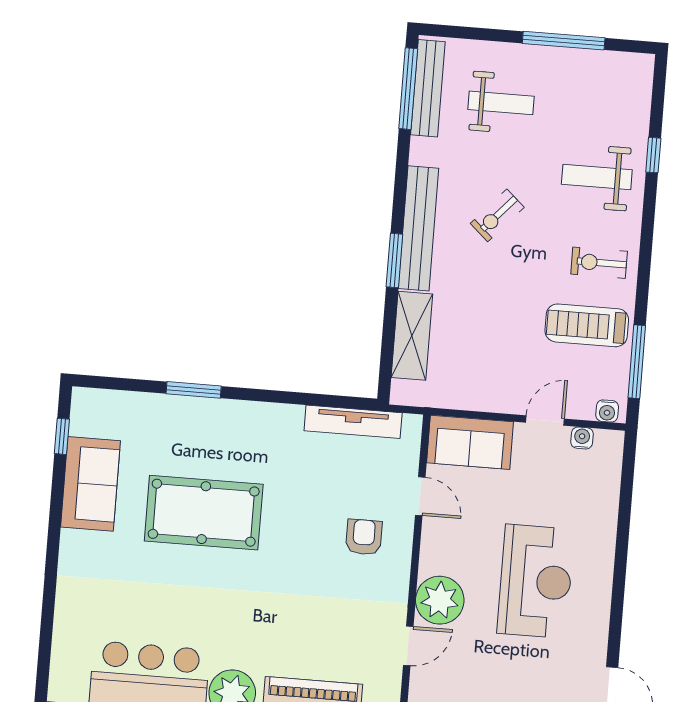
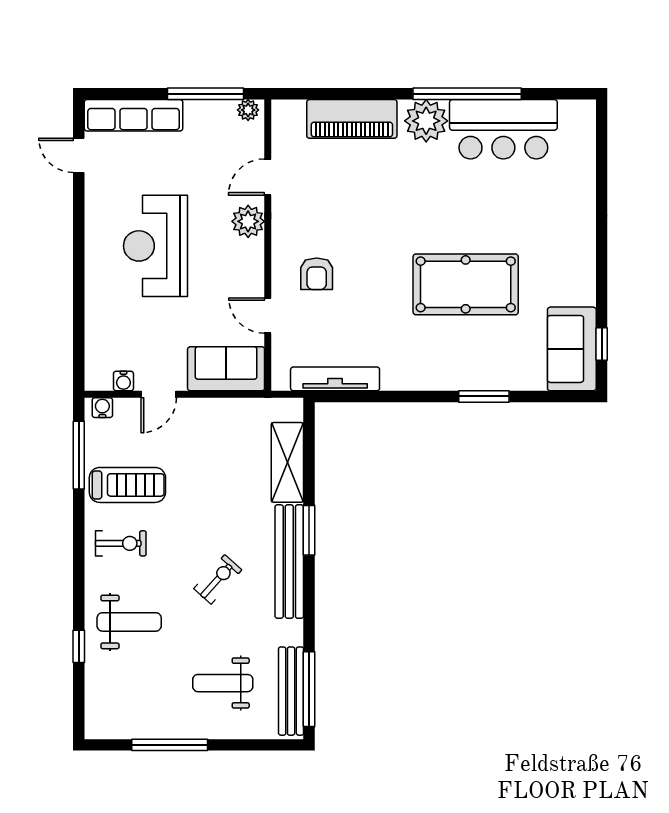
sofa: (91, 484) -> (572, 349), moved
plant: (440, 600) -> (248, 221), width x0.73, depth x0.73

